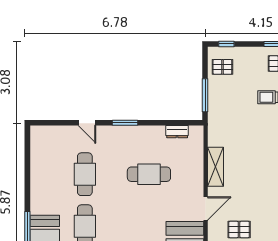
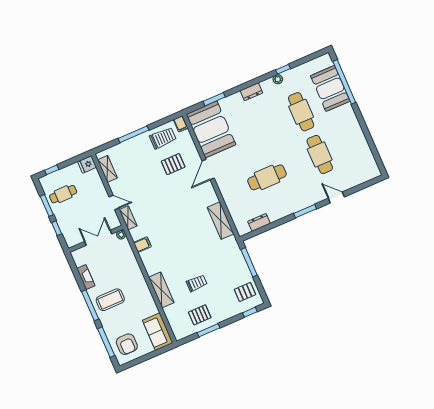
shelving: (216, 167) -> (221, 221), moved

